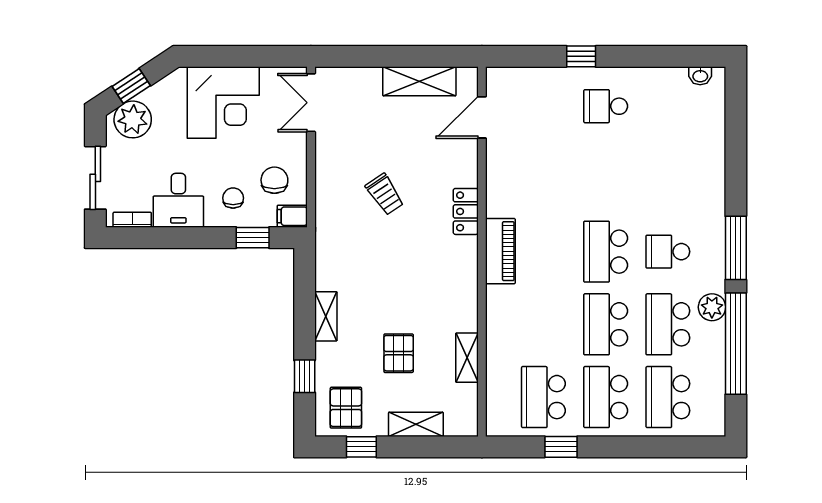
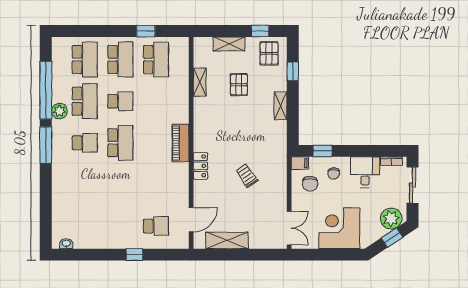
school desk: (606, 106) -> (156, 226), moved
school desk: (606, 324) -> (120, 101), width x0.54

